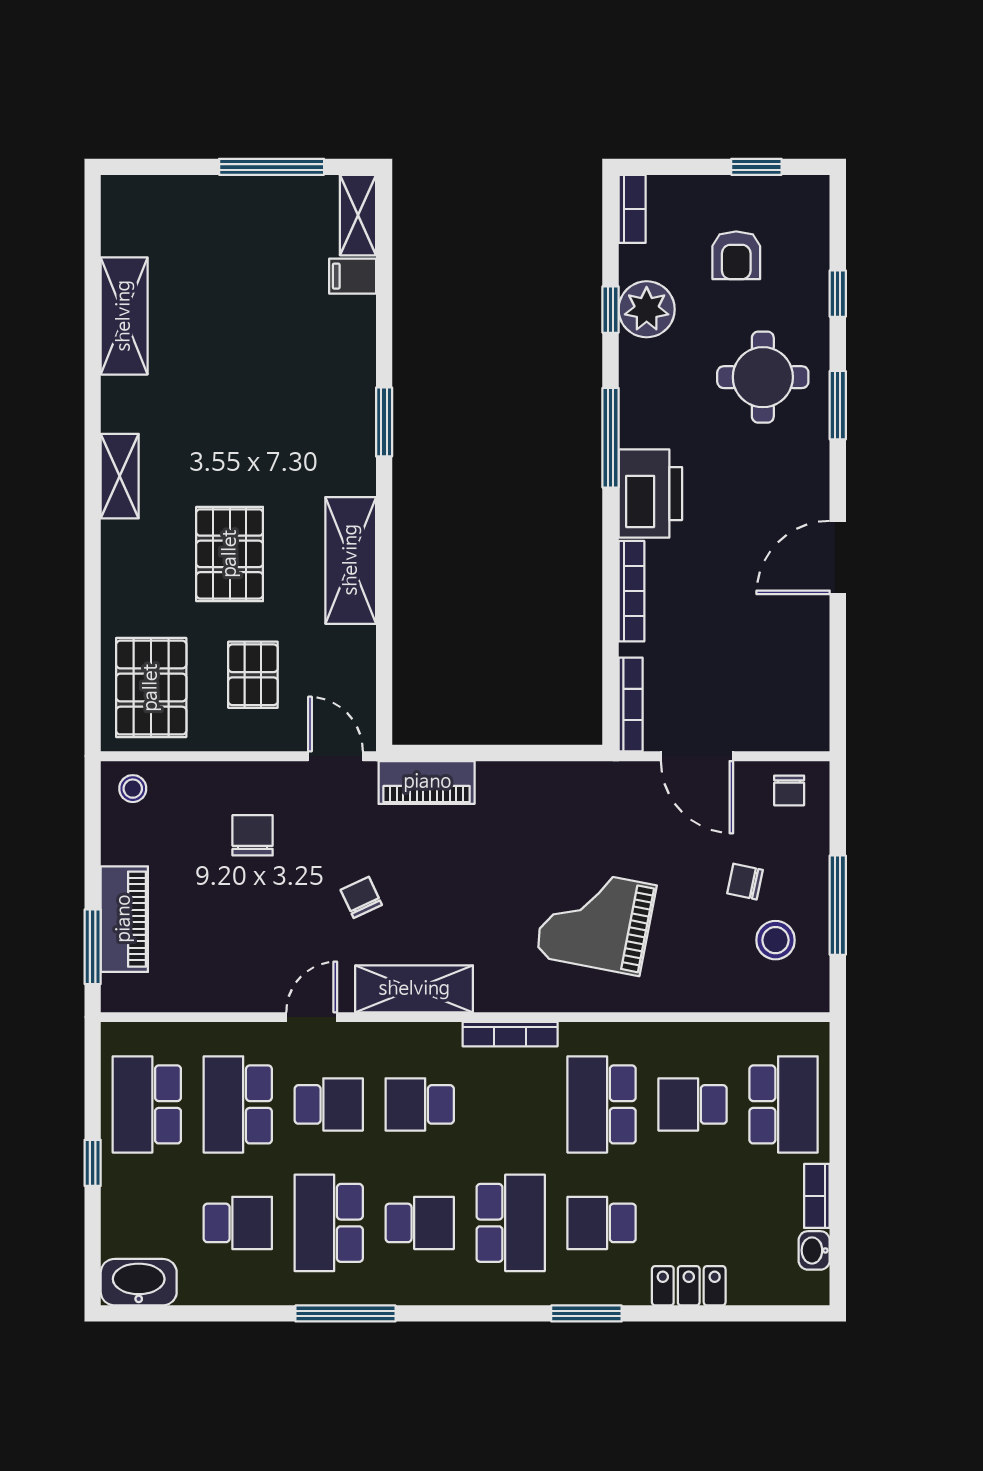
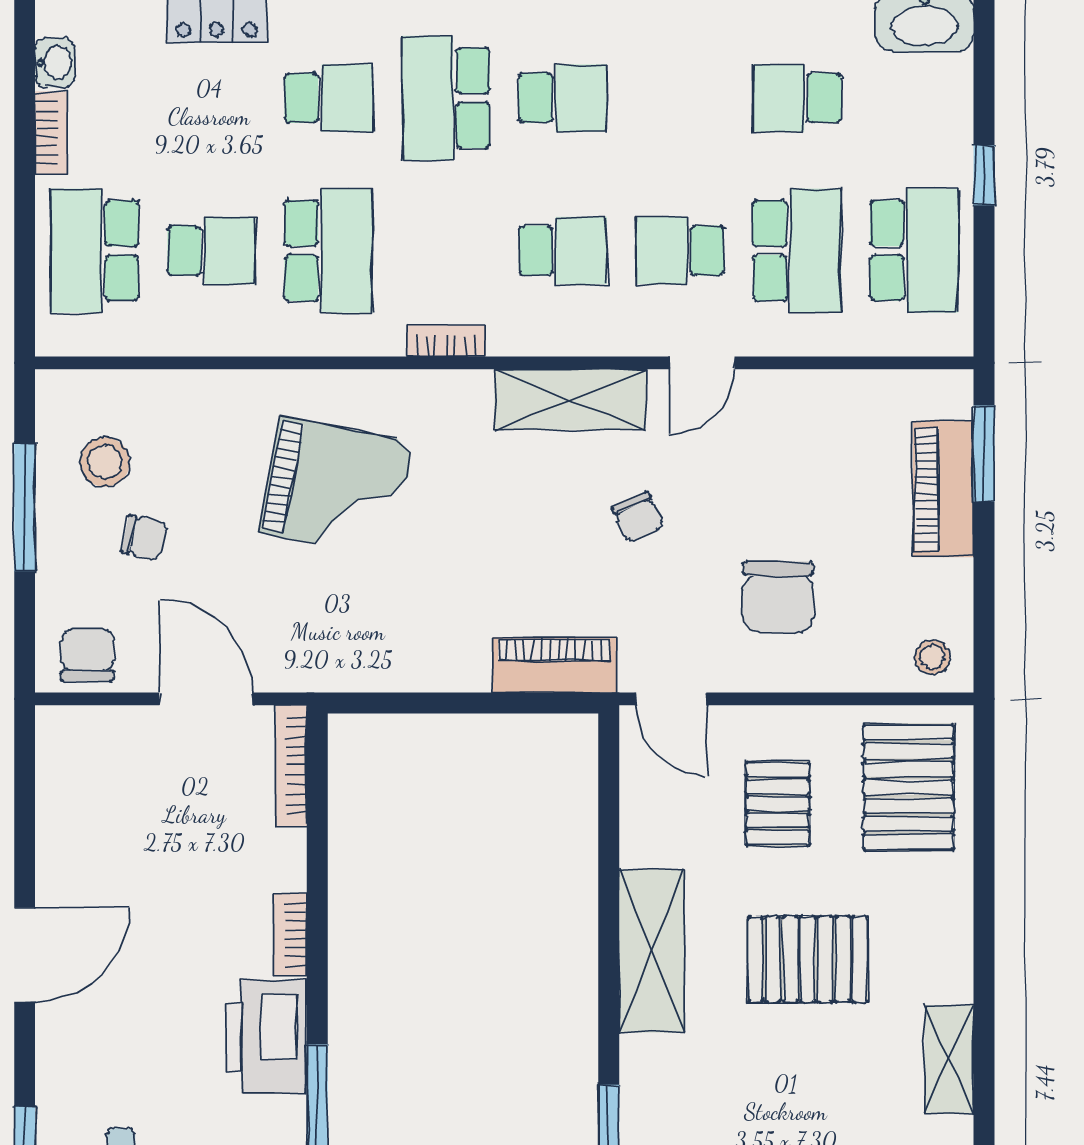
pallet: (230, 554) -> (808, 959), turned 90
bookcase: (631, 591) -> (290, 935), width x0.64
chair: (789, 790) -> (87, 655), width x1.37, depth x1.37
chair: (253, 835) -> (778, 597), width x1.37, depth x1.37
bookcase: (510, 1034) -> (447, 341), width x0.64
school desk: (329, 1223) -> (680, 98), removed
school desk: (420, 1223) -> (563, 98), turned 180

